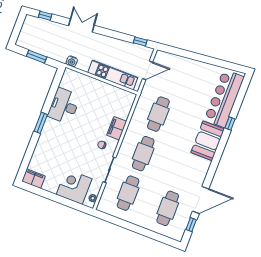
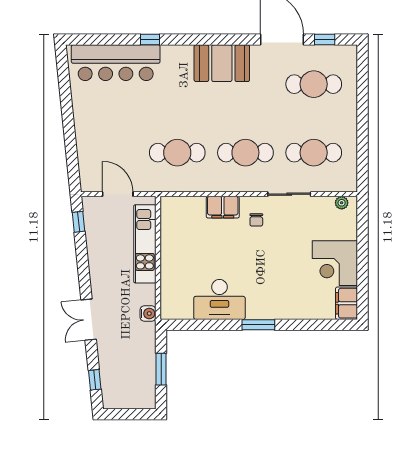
booth: (208, 141) -> (222, 63), moved
corner desk: (74, 187) -> (335, 263), moved

